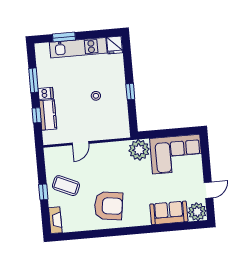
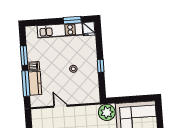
window: (64, 37) -> (72, 20), moved
window: (37, 115) -> (26, 83), width x2.17
door: (81, 143) -> (60, 106), swing flipped

